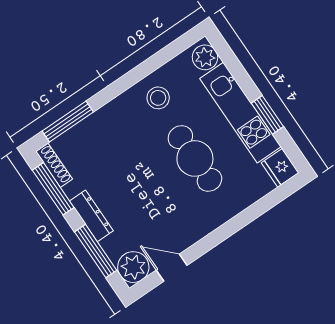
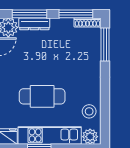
stool: (158, 98) -> (89, 111), moved
dresser: (91, 216) -> (34, 24), moved

